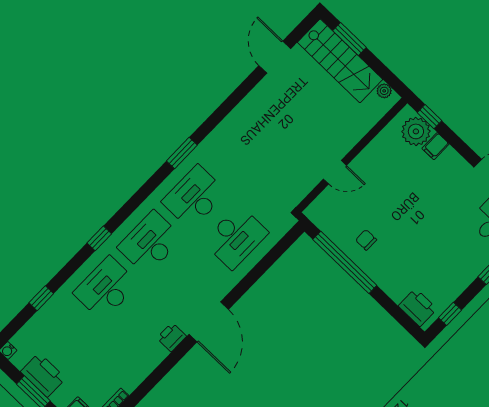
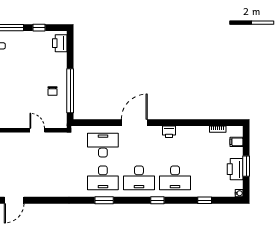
window: (182, 153) -> (104, 200), moved
window: (450, 314) -> (39, 28), moved
door: (209, 322) -> (134, 123), moved

